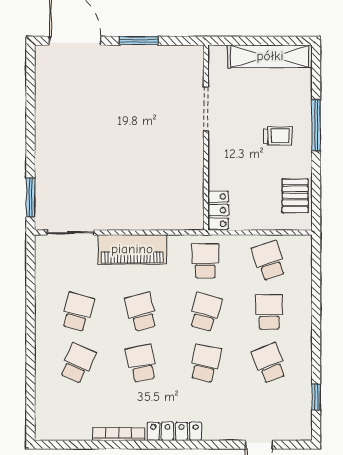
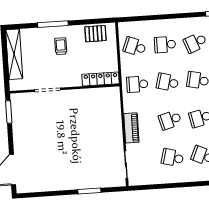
window: (139, 41) -> (9, 112), moved
window: (31, 197) -> (89, 191), moved
locker: (218, 210) -> (101, 79), width x1.53
piano: (132, 249) -> (131, 128), width x0.73, depth x0.75
school desk: (269, 261) -> (135, 47), turned 39

